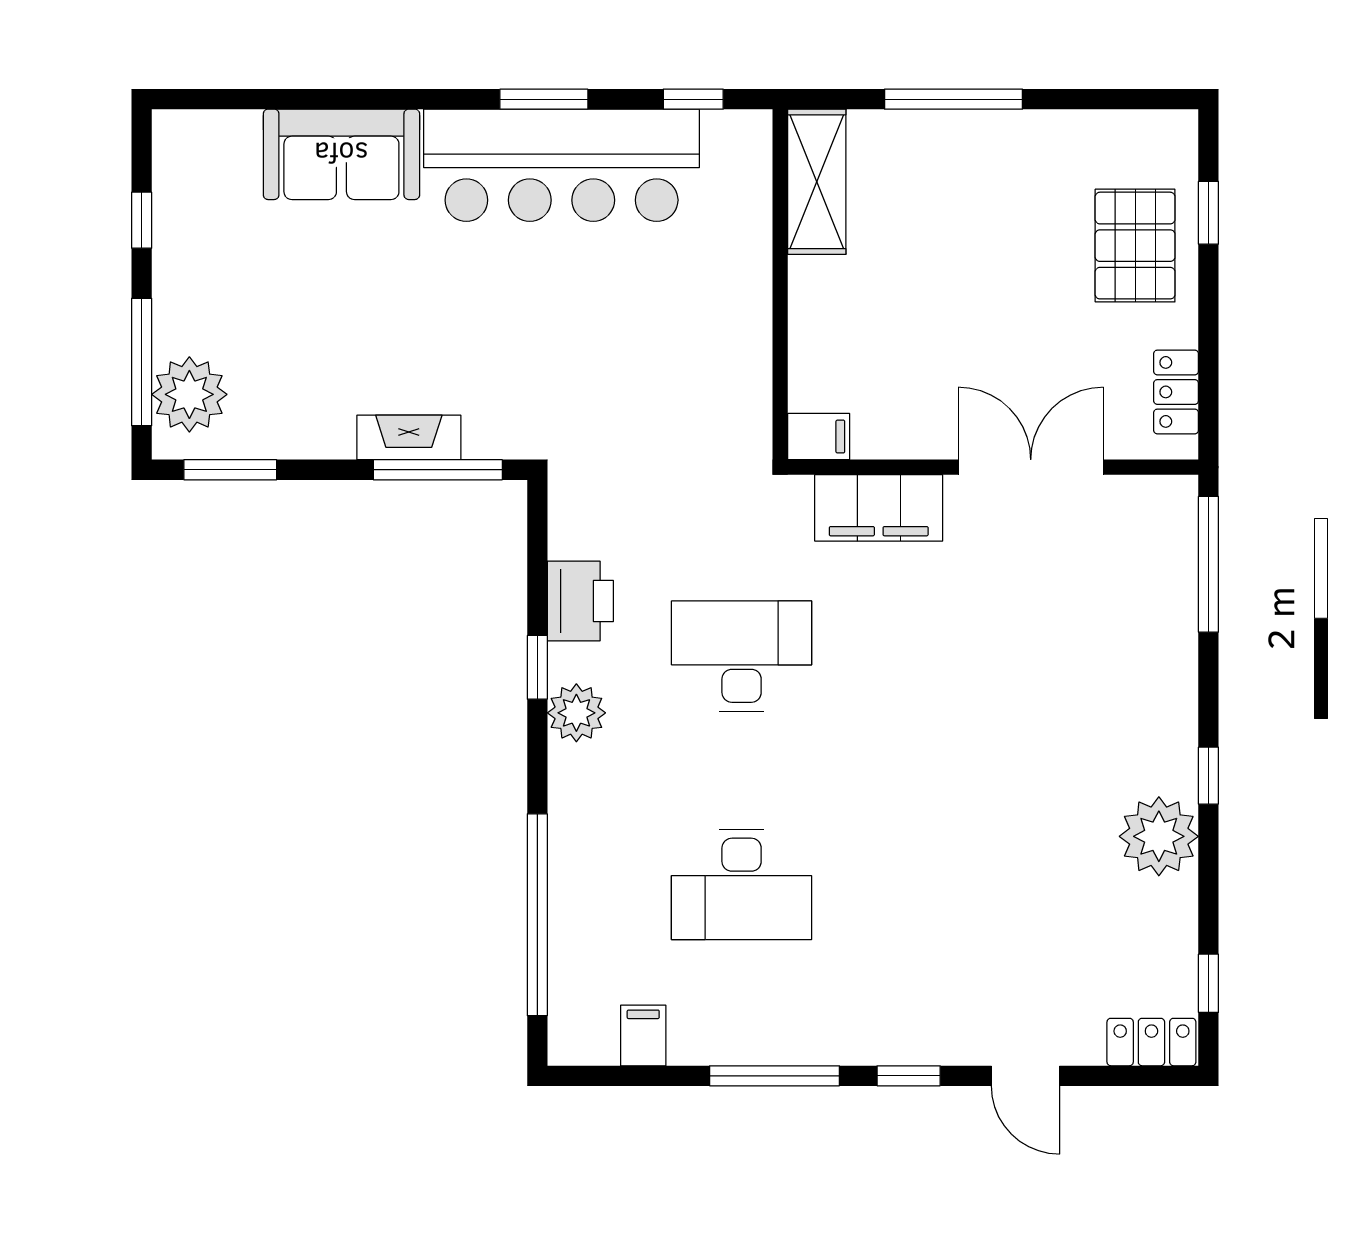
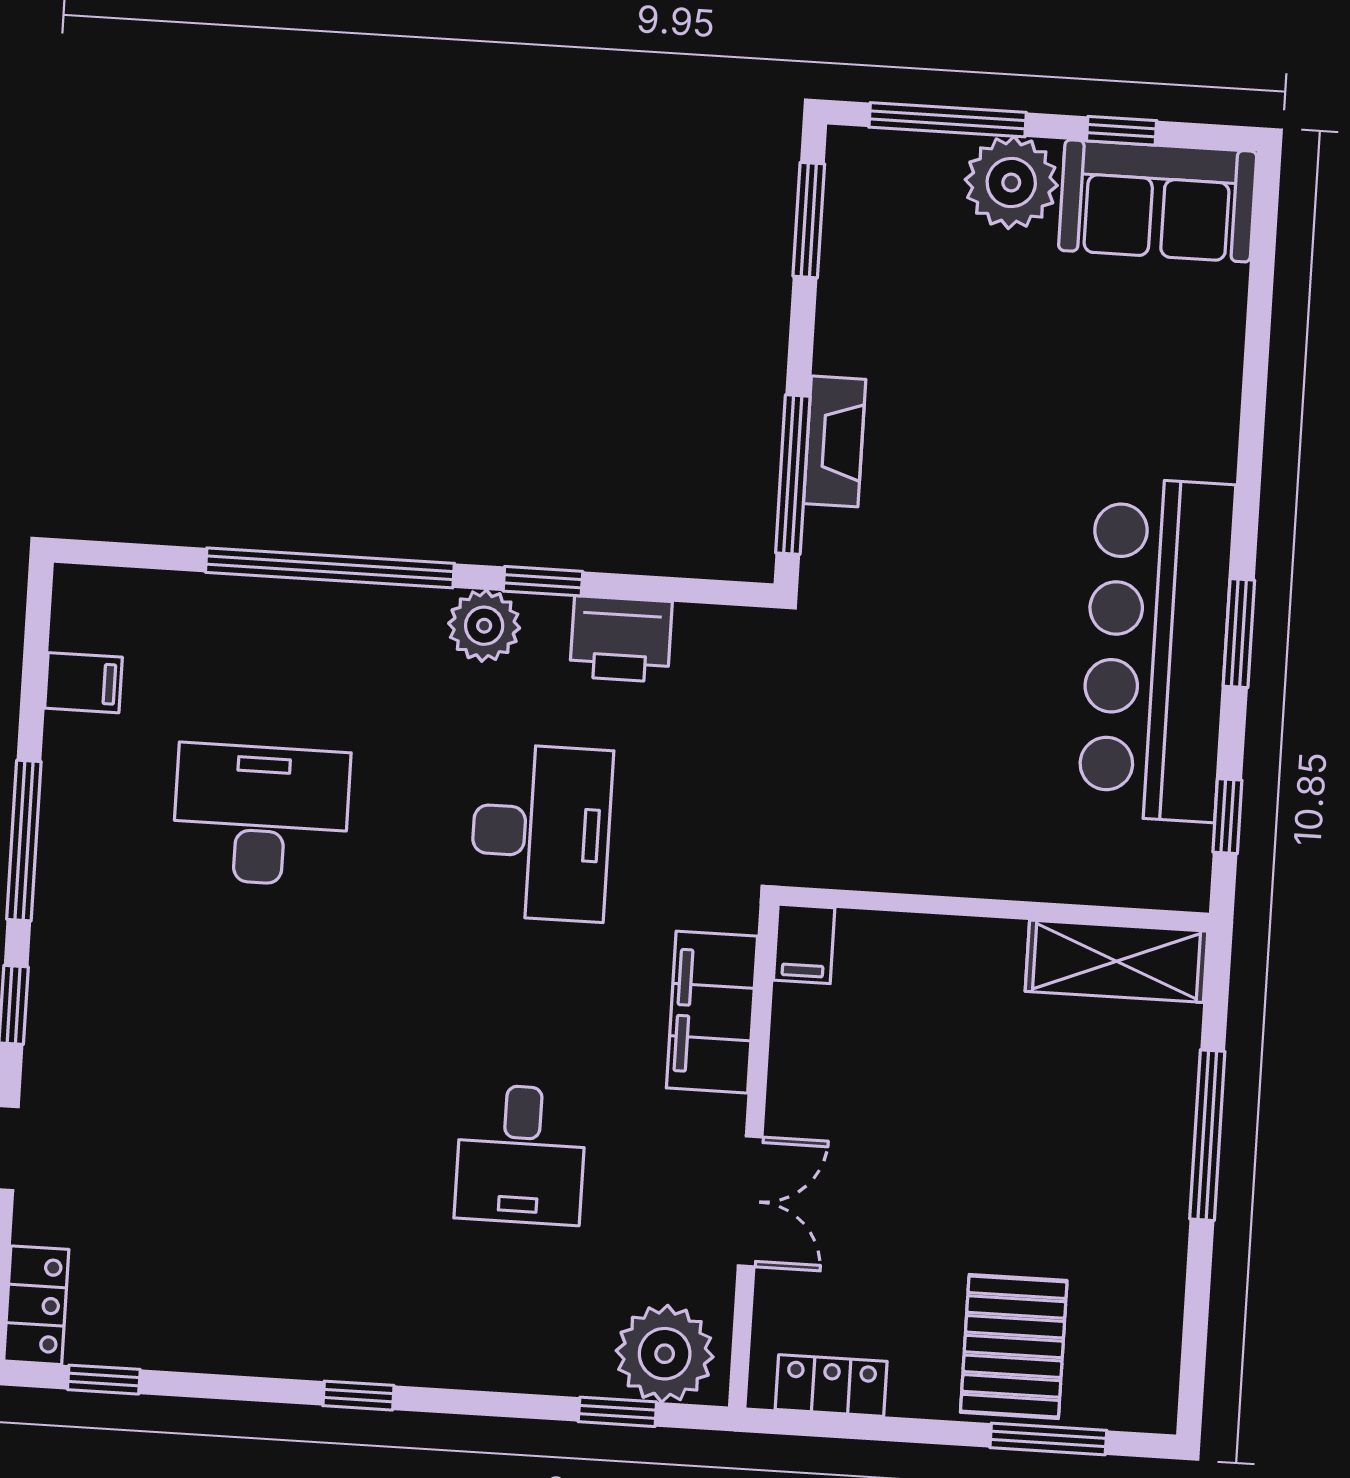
sofa: (341, 154) -> (1158, 201), moved, turned -90
window: (1208, 213) -> (1048, 1439), width x1.50
pallet: (1135, 246) -> (1014, 1346), turned 90
plant: (189, 394) -> (1011, 182), moved
double door: (1031, 467) -> (750, 1201), width x0.73
window: (1208, 564) -> (617, 1412), width x0.46
desk: (1004, 656) -> (521, 1154), added
plant: (1159, 836) -> (665, 1354), moved
desk: (742, 884) -> (261, 815), turned 90
window: (537, 915) -> (330, 568), moved

